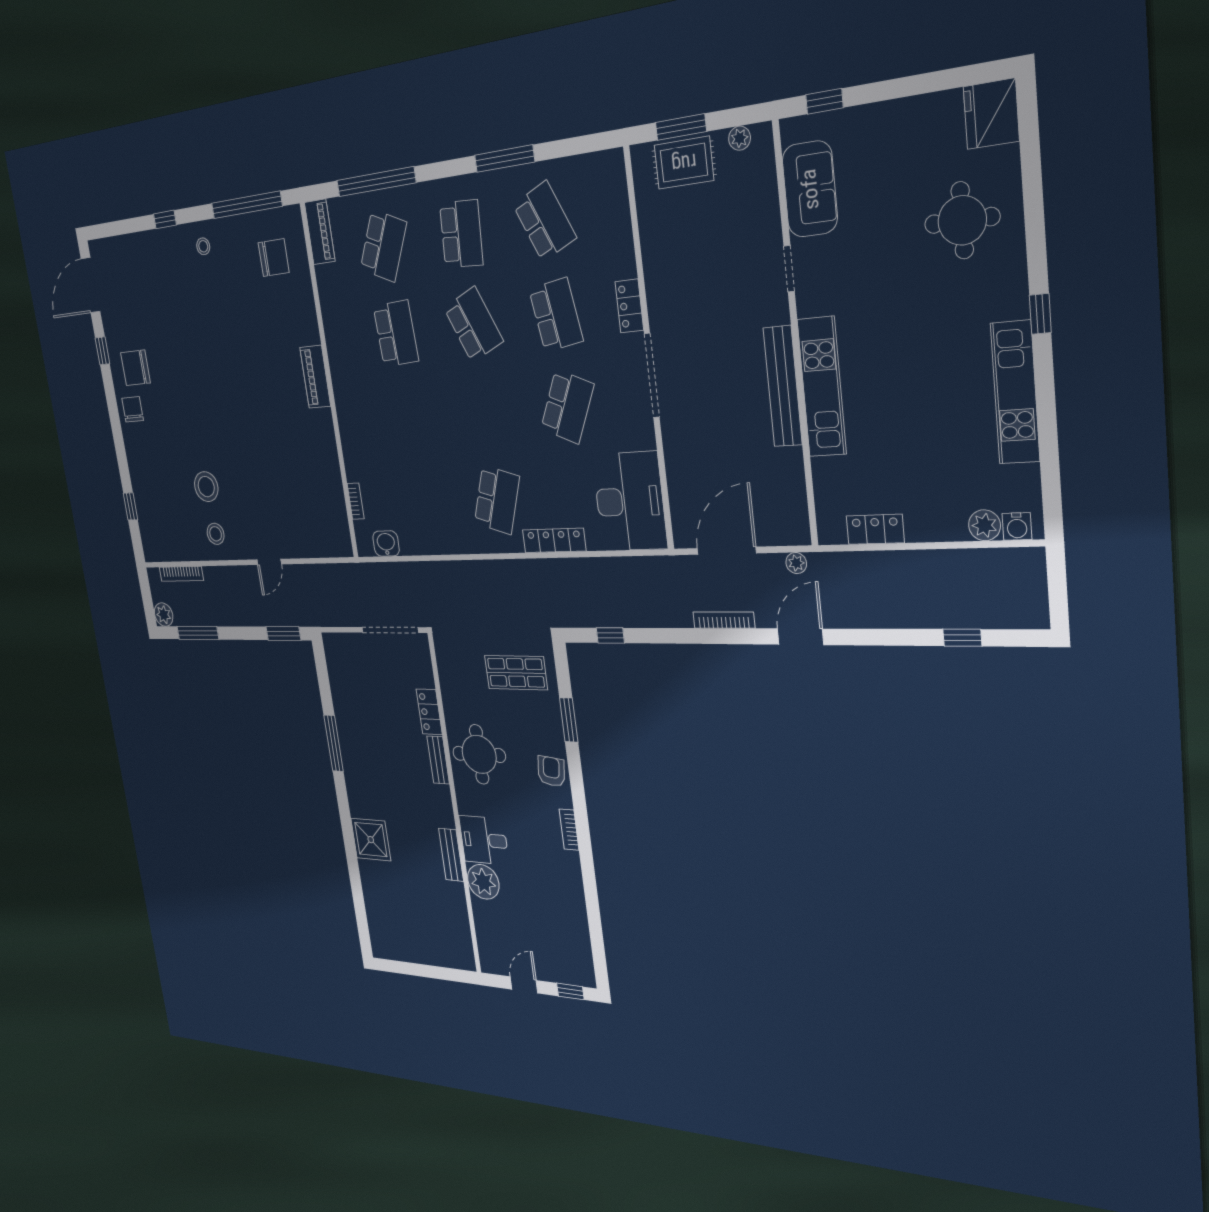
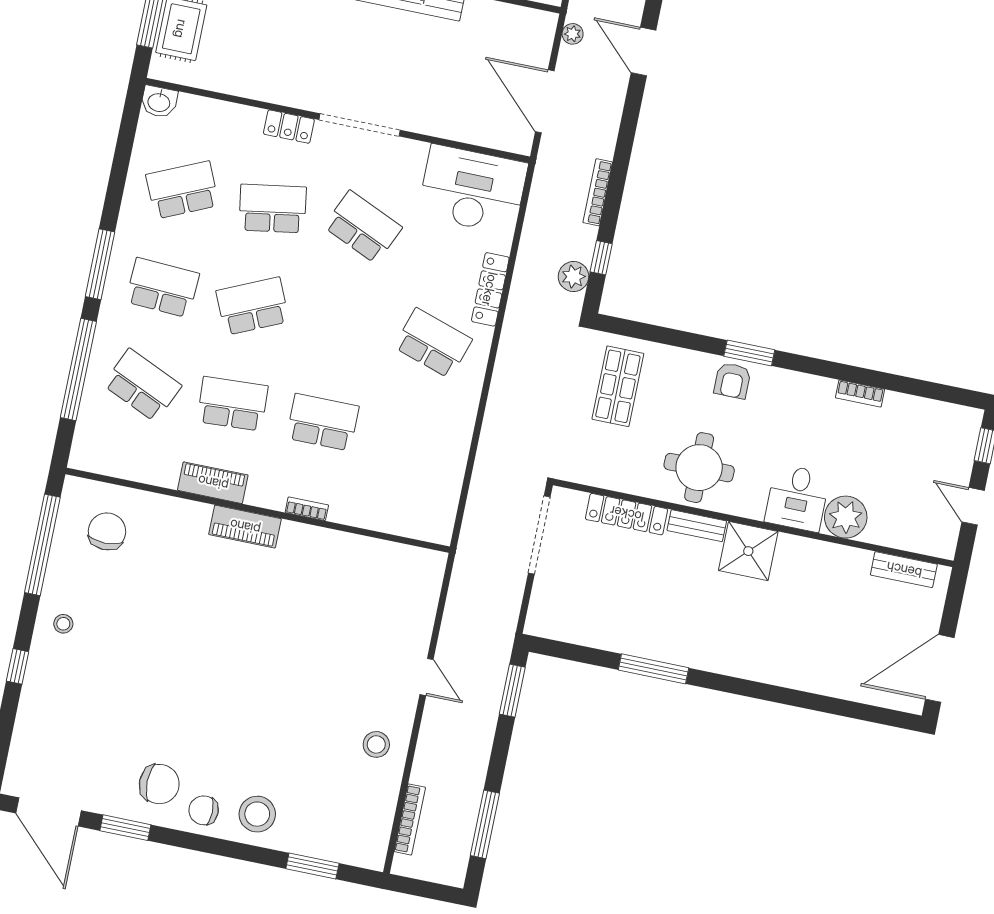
window: (505, 159) -> (100, 264), moved
piano: (320, 232) -> (213, 483), moved
window: (102, 351) -> (125, 828), width x1.50
chair: (136, 368) -> (159, 784), turned -90
school desk: (408, 419) -> (323, 422), added
stool: (206, 487) -> (257, 814), moved
bookcase: (356, 501) -> (307, 509), moved
window: (130, 506) -> (312, 866), width x1.50
washbasin: (386, 544) -> (159, 102), moved, turned -90
plant: (164, 615) -> (574, 277), moved
bookcase: (724, 620) -> (598, 192), moved
locker: (429, 712) -> (627, 514), width x1.53
window: (569, 720) -> (749, 353), moved
armchair: (551, 771) -> (732, 381), turned -97
bookcase: (569, 830) -> (860, 394), moved
shower: (371, 840) -> (748, 551), moved
bench: (451, 855) -> (904, 570), moved
door: (407, 968) -> (940, 668), added

